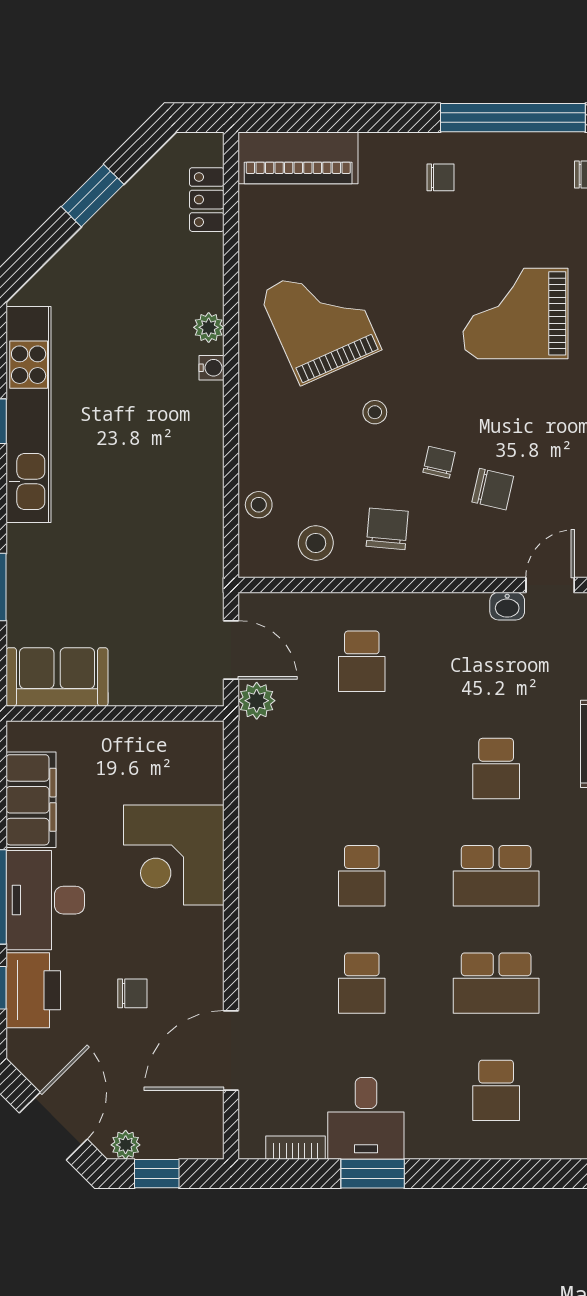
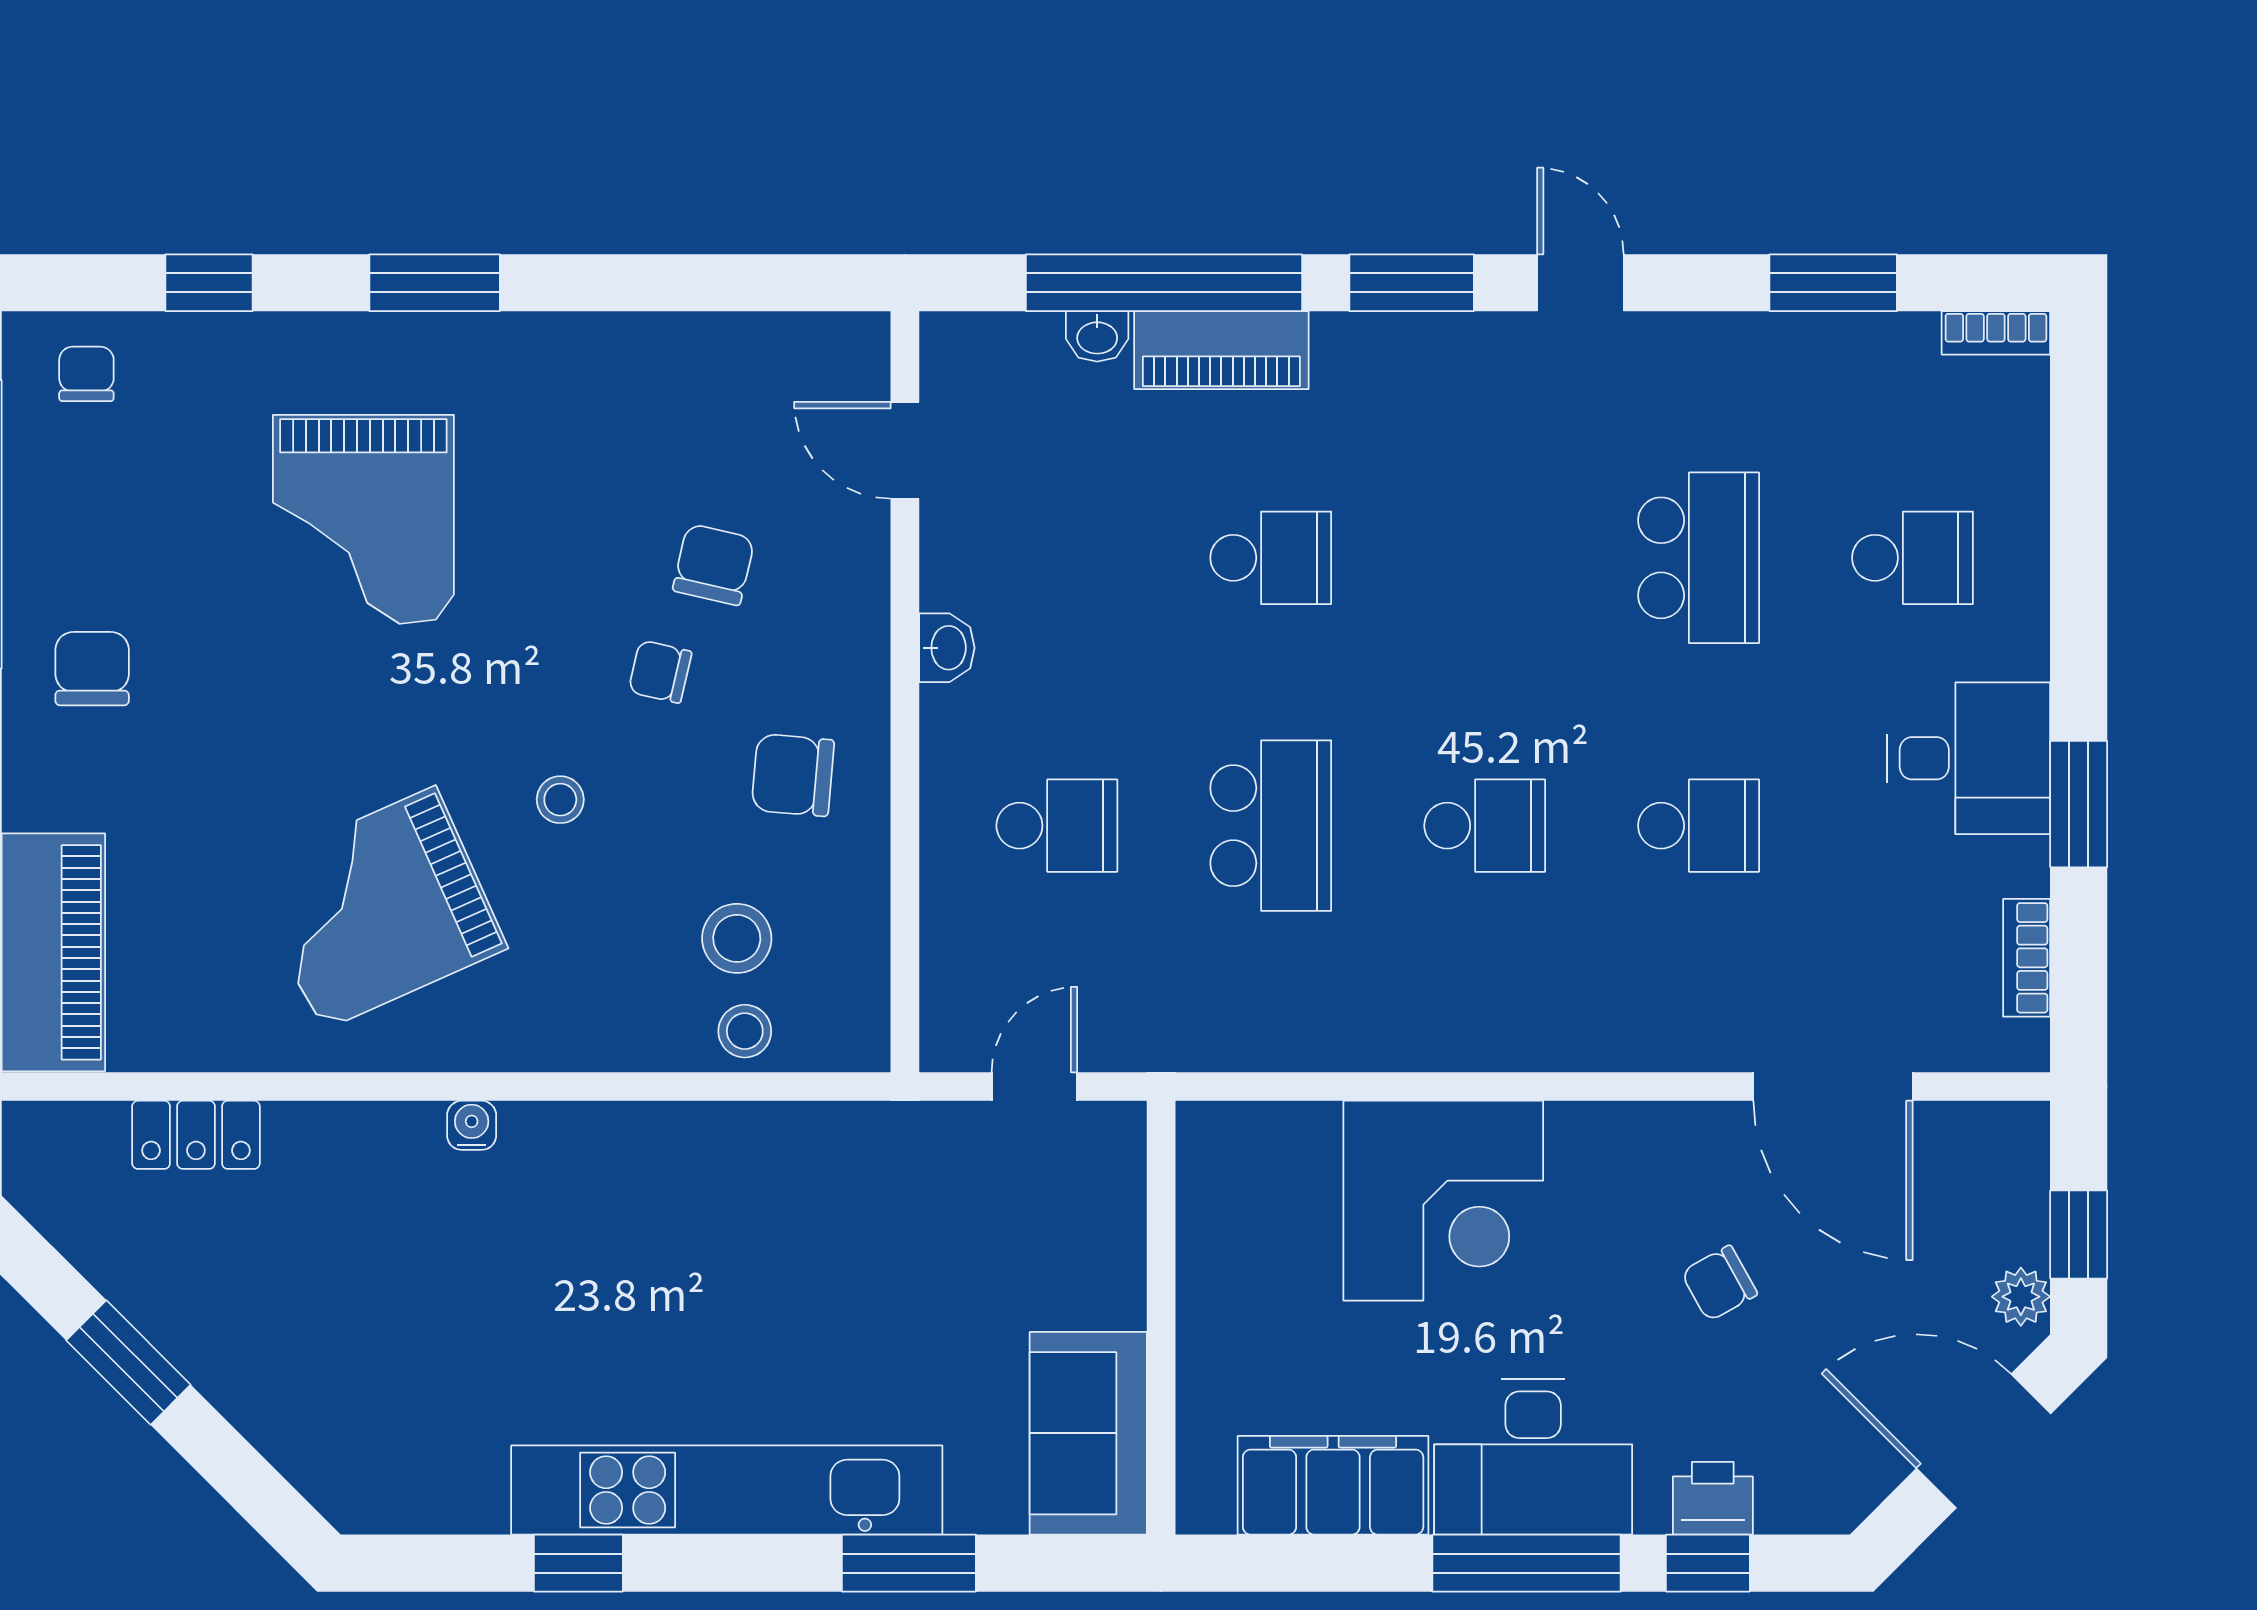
chair: (441, 177) -> (92, 669), width x1.37, depth x1.37
locker: (207, 200) -> (196, 1135), moved
plant: (209, 327) -> (391, 1131), removed
kitchen unit: (29, 414) -> (727, 1490), moved
stool: (316, 543) -> (737, 938), moved
washbasin: (507, 606) -> (947, 648), moved
door: (231, 650) -> (1034, 1086), width x0.73
plant: (257, 701) -> (1136, 1035), removed
school desk: (496, 876) -> (1271, 826), moved
printer: (33, 990) -> (1713, 1498), width x0.53, depth x0.68
chair: (132, 993) -> (1719, 1283), turned -119
desk: (366, 1118) -> (1968, 758), moved

